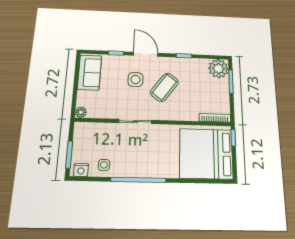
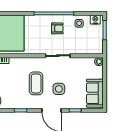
coffee table: (164, 87) -> (36, 83), turned -37
armchair: (134, 158) -> (57, 28), added

